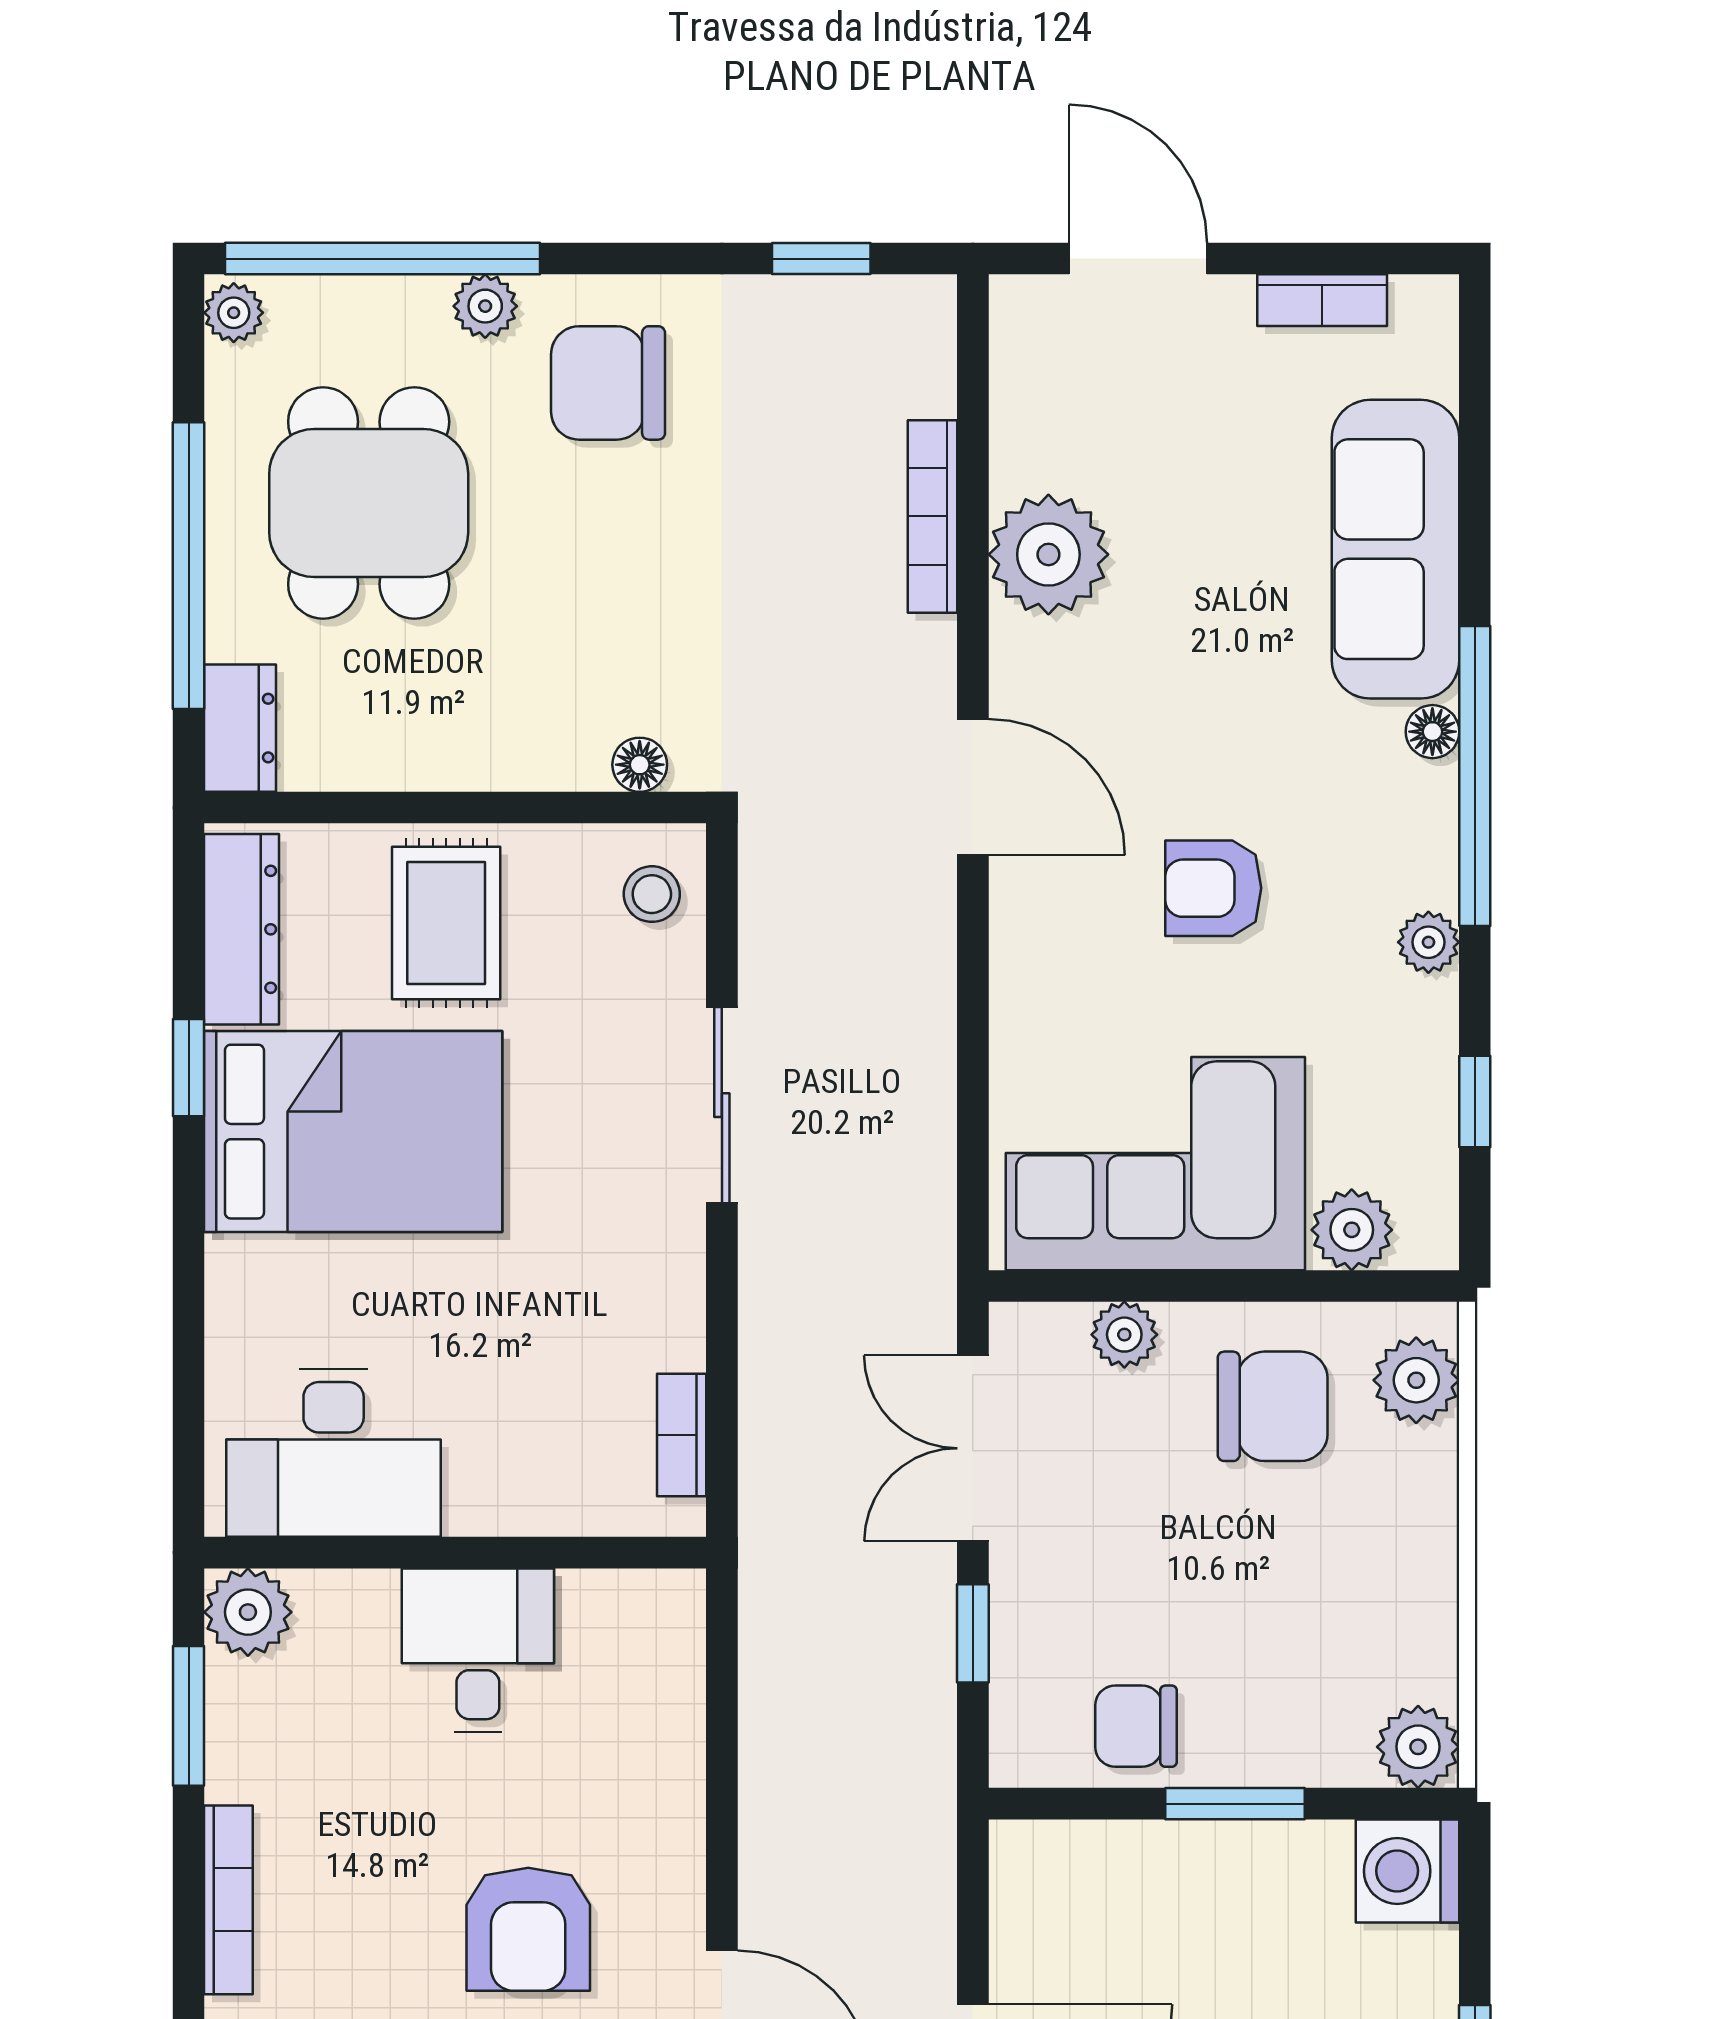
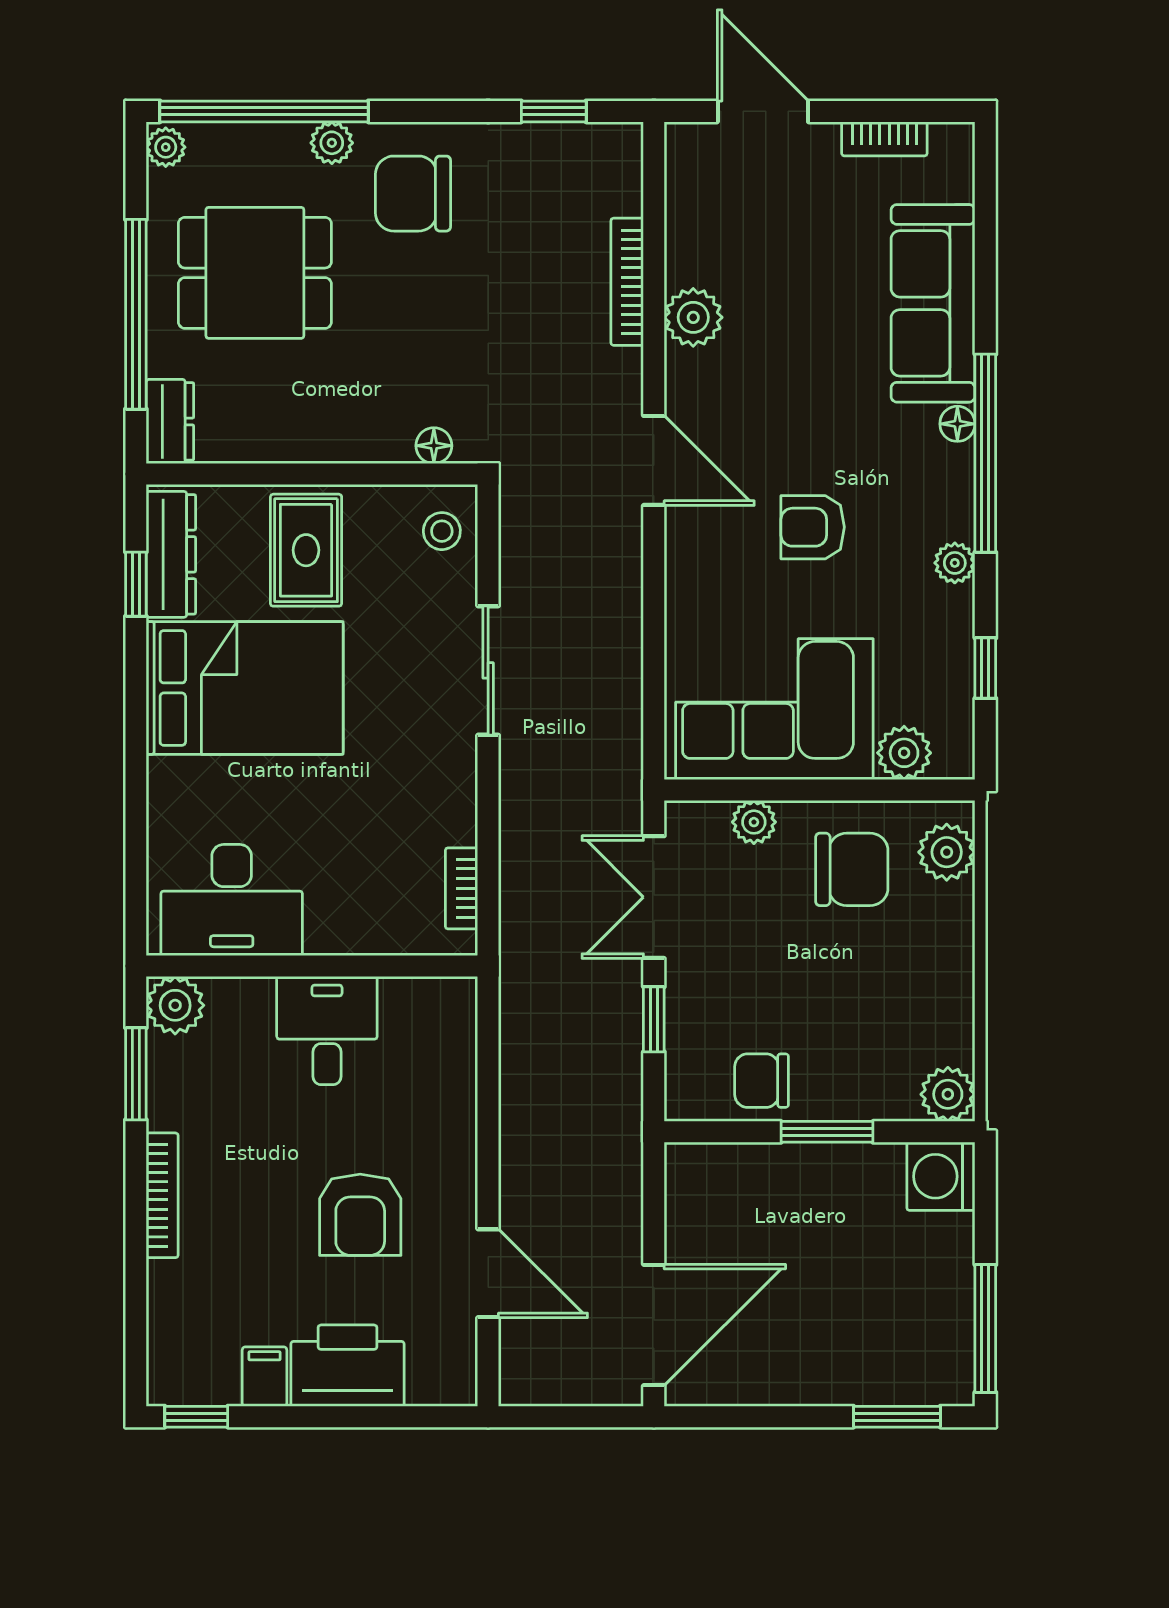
dining table: (369, 503) -> (255, 273), turned 90
plant: (1048, 554) -> (693, 317), width x0.73, depth x0.73
window: (189, 1068) -> (136, 584), moved

